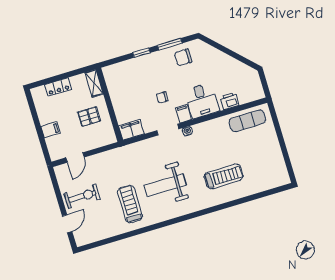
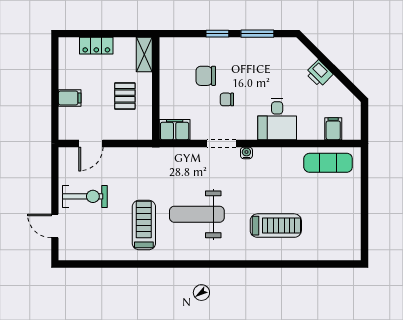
chair: (183, 57) -> (206, 76), moved
printer: (230, 101) -> (319, 74), moved, turned -135
filing cabinet: (183, 114) -> (333, 129), moved
pallet: (89, 117) -> (125, 96), turned 90
door: (67, 224) -> (55, 226), swing flipped

